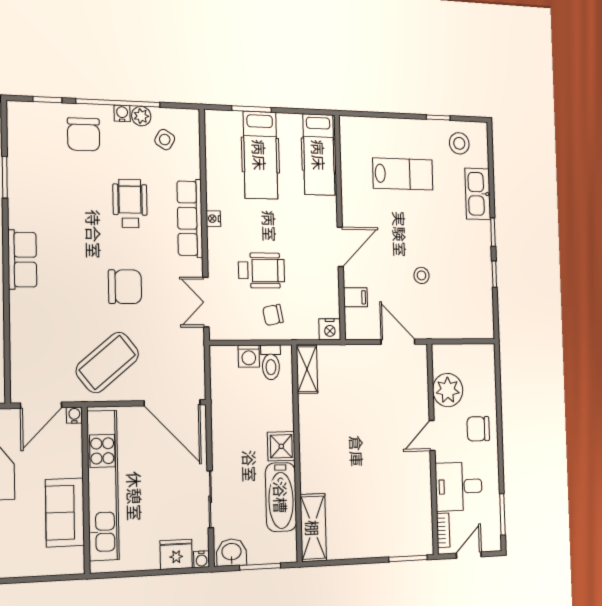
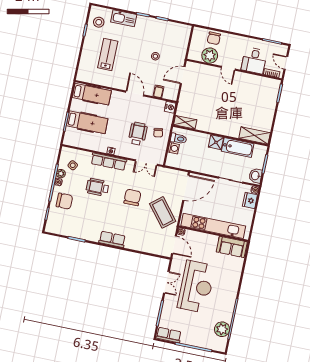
chair: (478, 429) -> (214, 38), moved
sofa: (65, 512) -> (232, 247), moved

